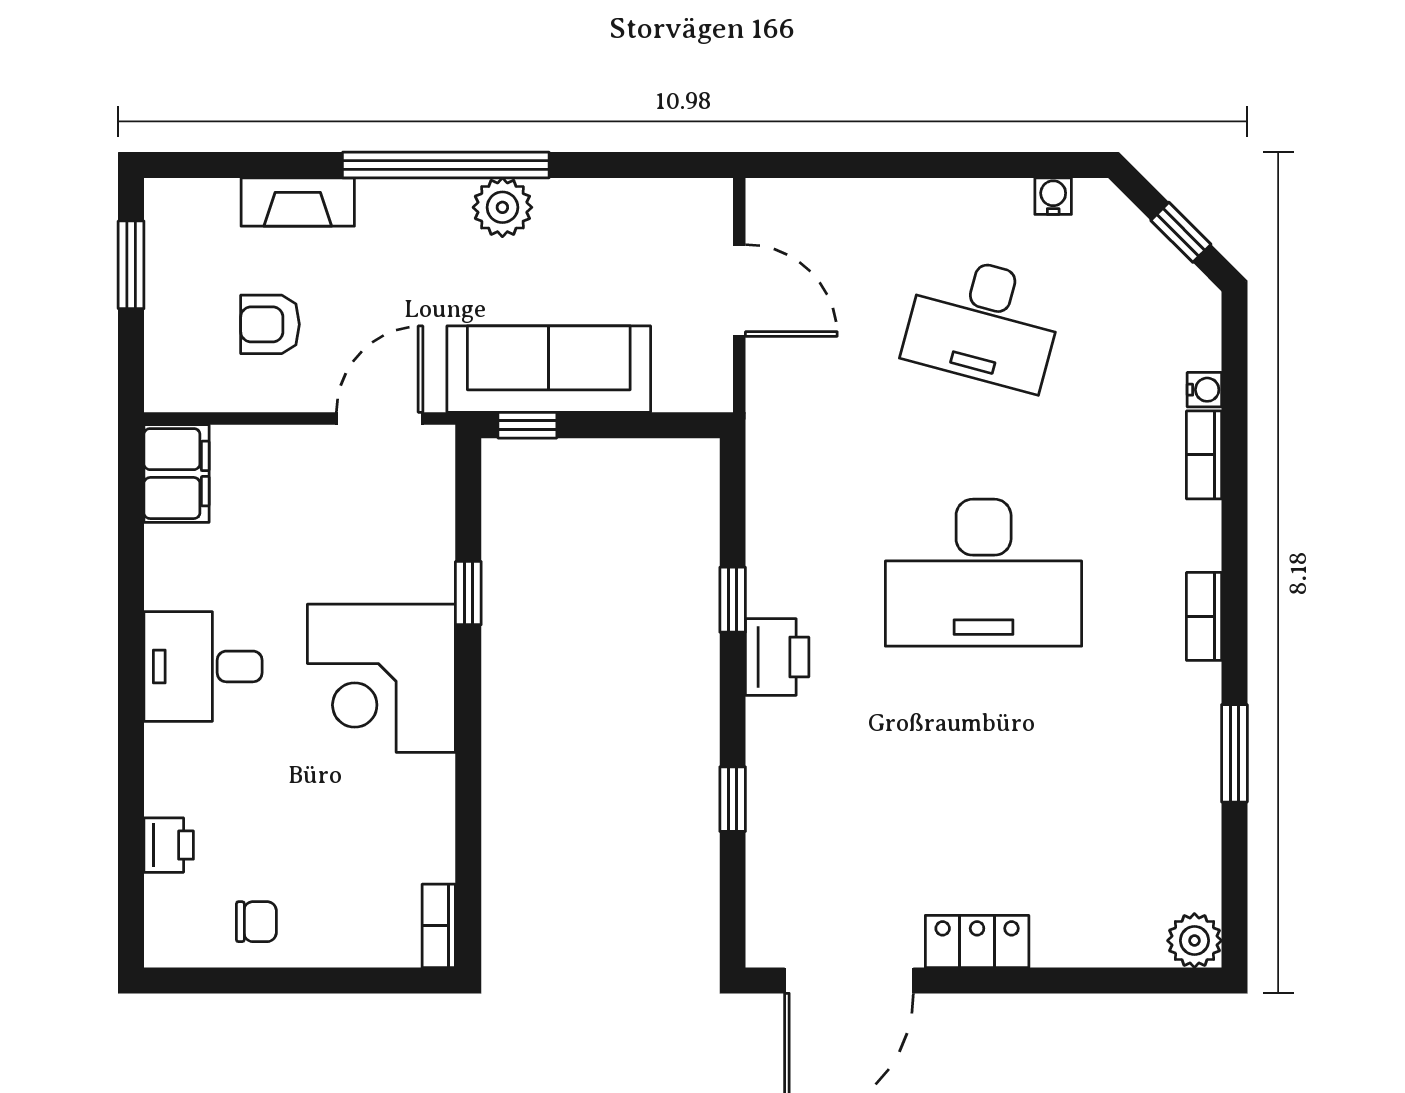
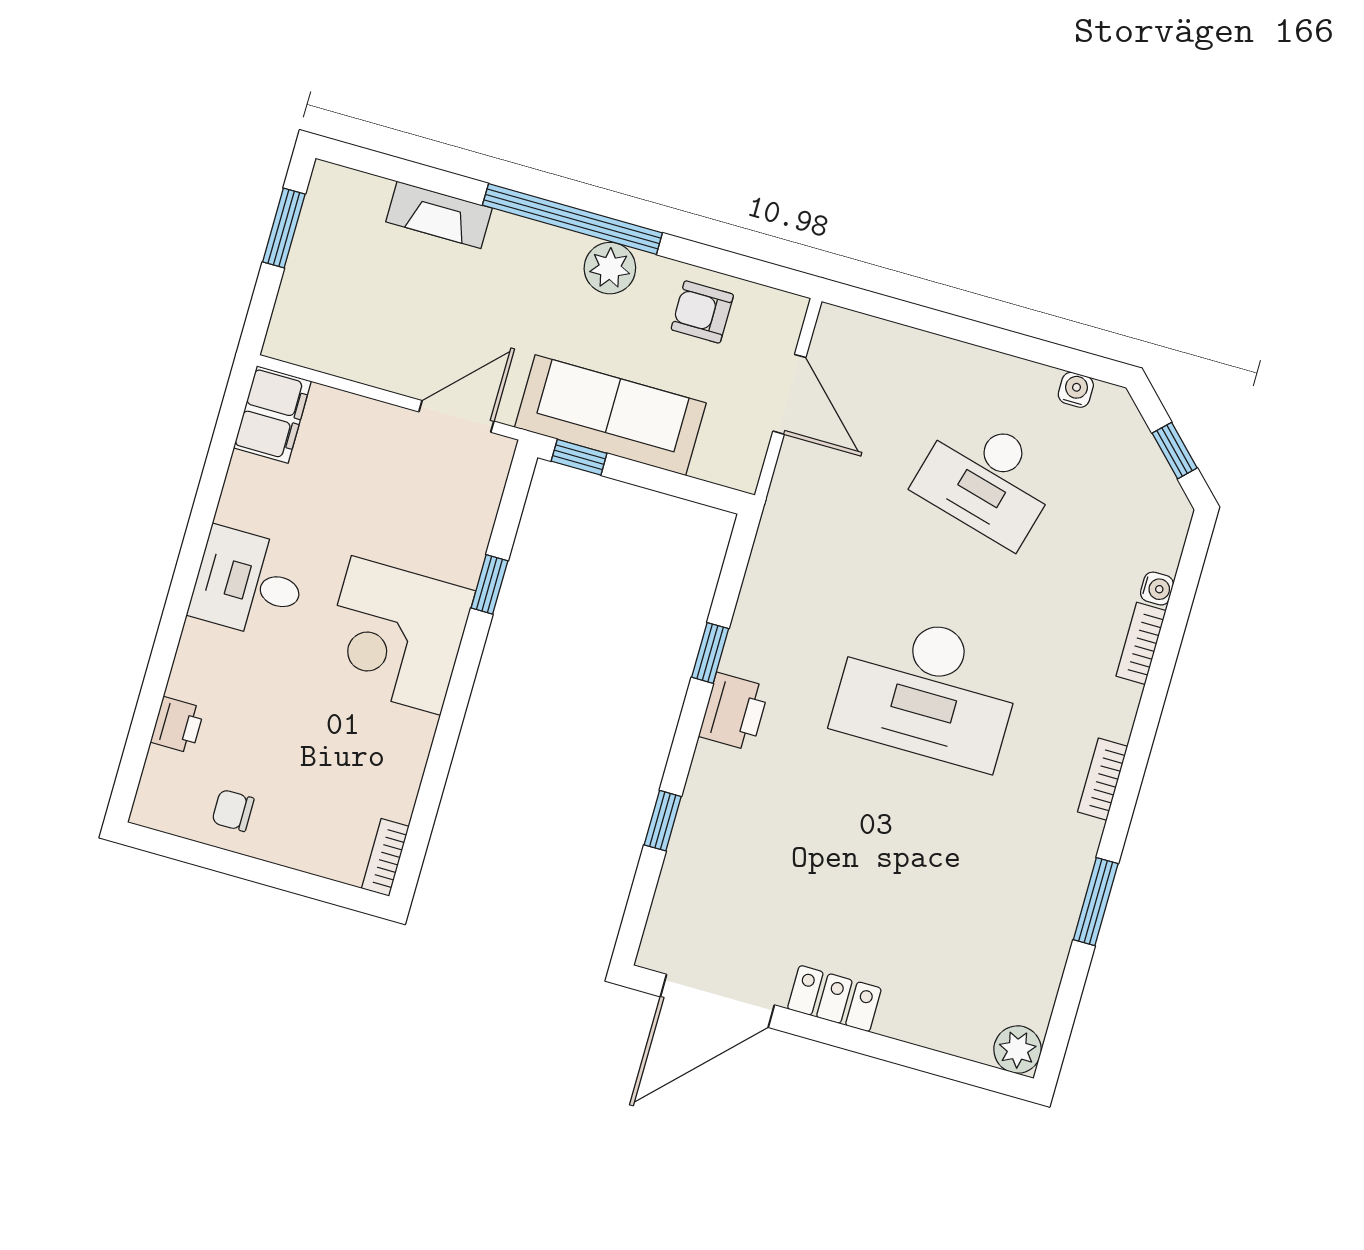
armchair: (270, 324) -> (702, 312), moved
chair: (256, 922) -> (233, 810), turned 180

